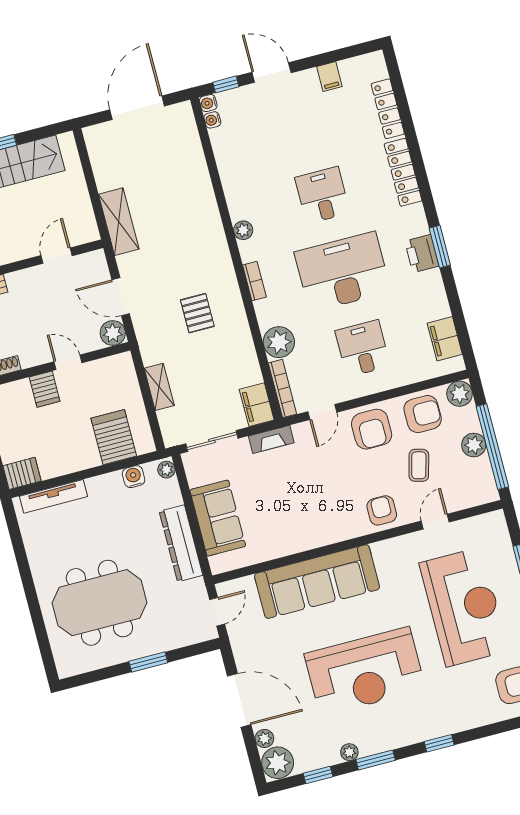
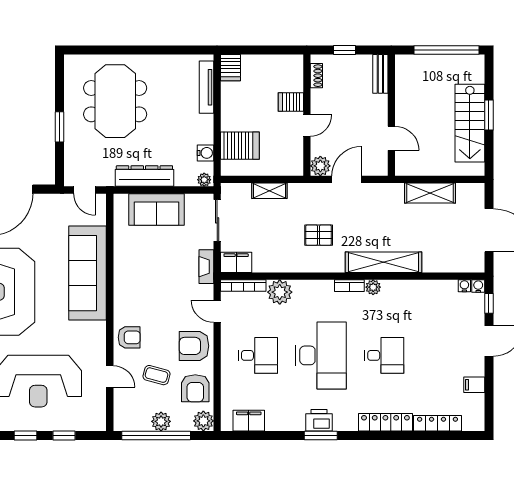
shelving: (119, 222) -> (430, 193), moved
shelving: (210, 226) -> (384, 262), added
bookcase: (254, 281) -> (349, 286), moved

